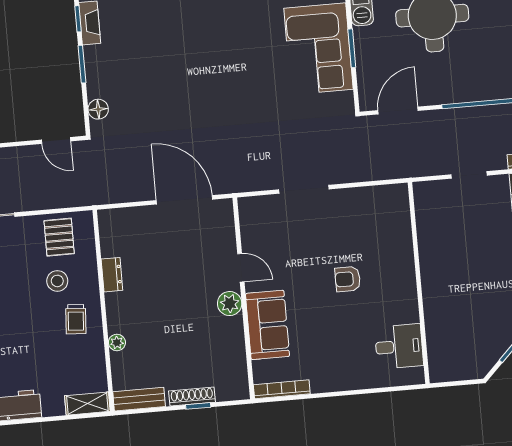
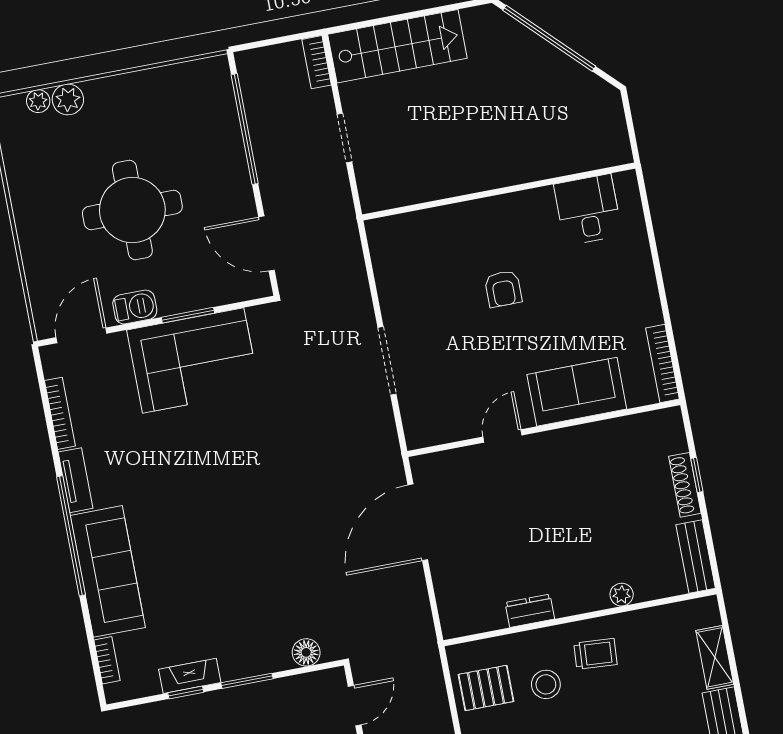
plant: (230, 304) -> (553, 446), removed
shelving: (87, 404) -> (715, 657), moved

